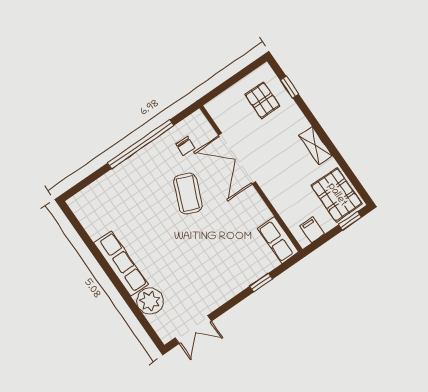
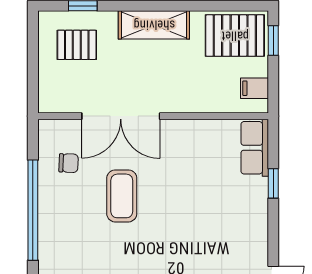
shelving: (316, 146) -> (154, 25), width x1.50, depth x1.33
coffee table: (188, 194) -> (122, 196), turned 68
row of seats: (278, 240) -> (255, 148), moved, turned 90

